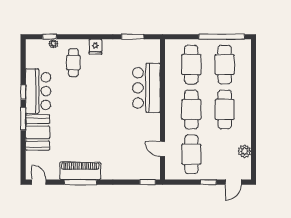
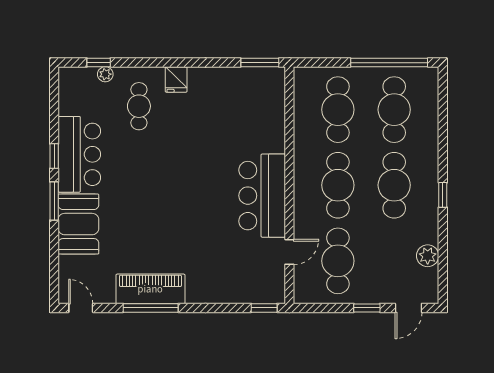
window: (133, 37) -> (260, 63), moved
bar counter: (146, 88) -> (262, 196), moved
window: (253, 115) -> (443, 195), added
door: (163, 149) -> (289, 252), swing flipped

